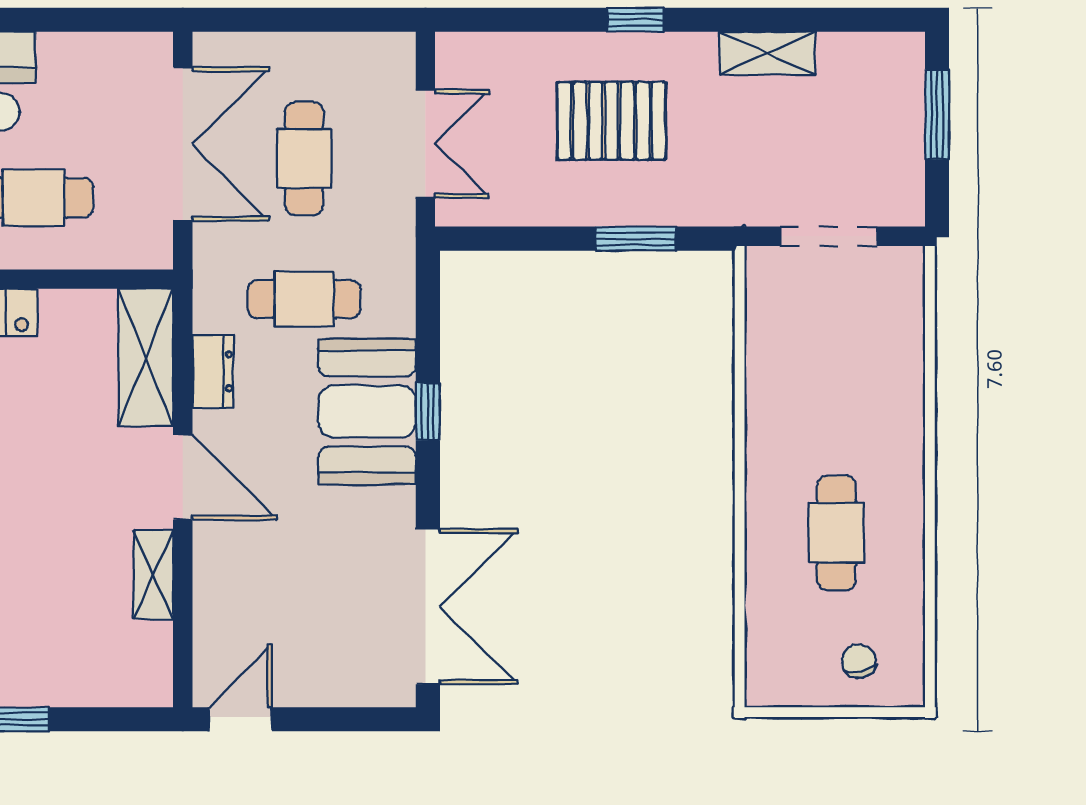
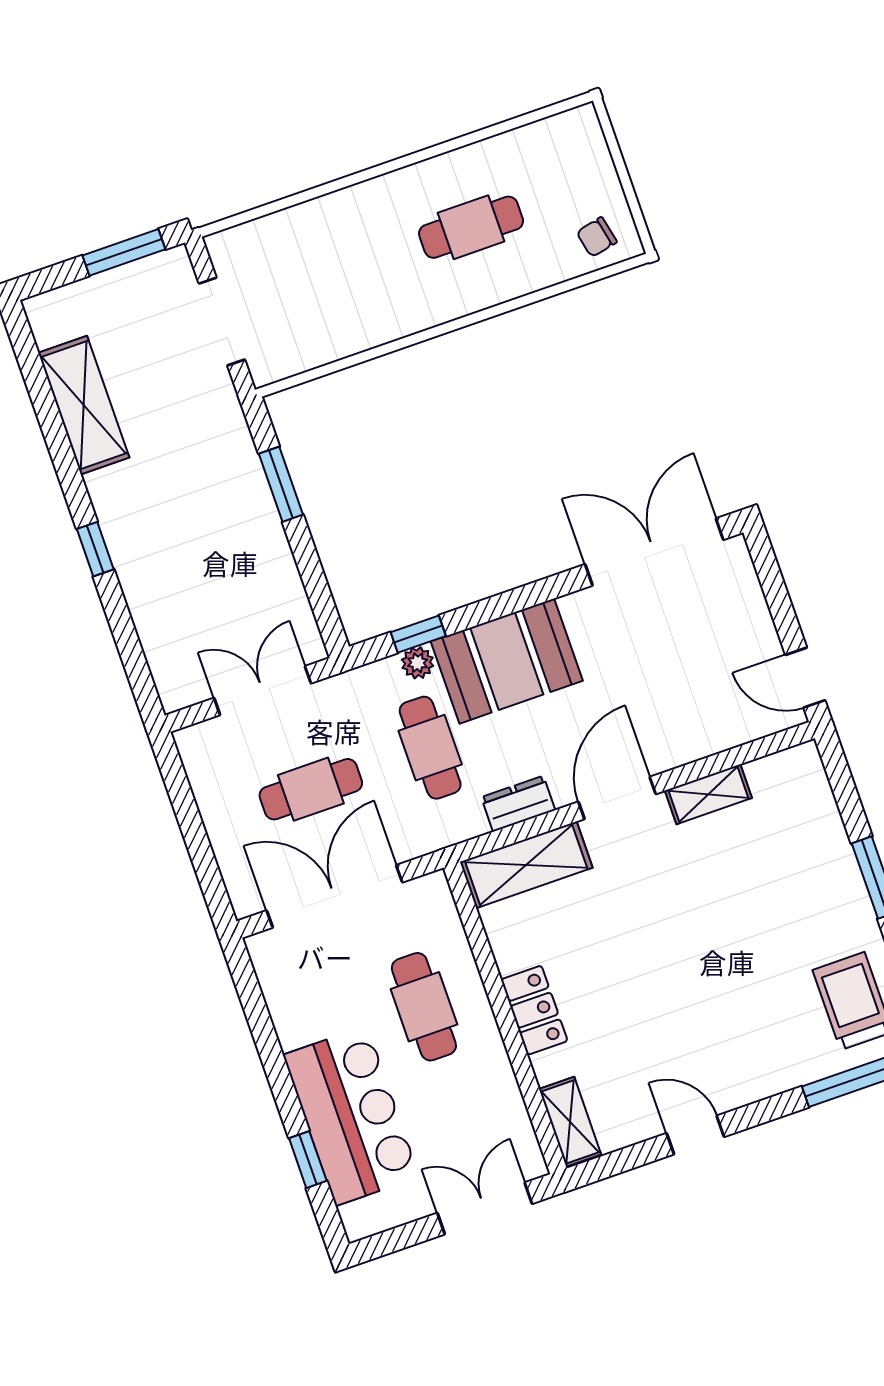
shelving: (767, 53) -> (84, 405), width x1.50, depth x1.33
window: (937, 114) -> (124, 252), moved
pallet: (611, 121) -> (188, 540), removed
plant: (398, 317) -> (418, 663), added
window: (428, 412) -> (418, 634), moved
chair: (859, 661) -> (597, 237), moved

